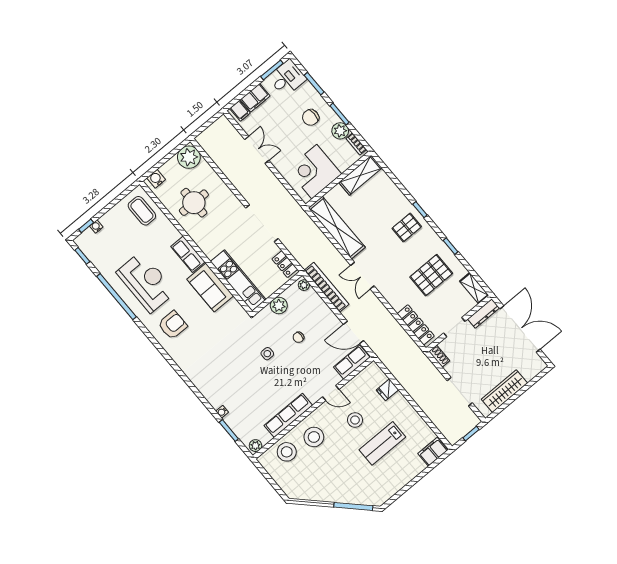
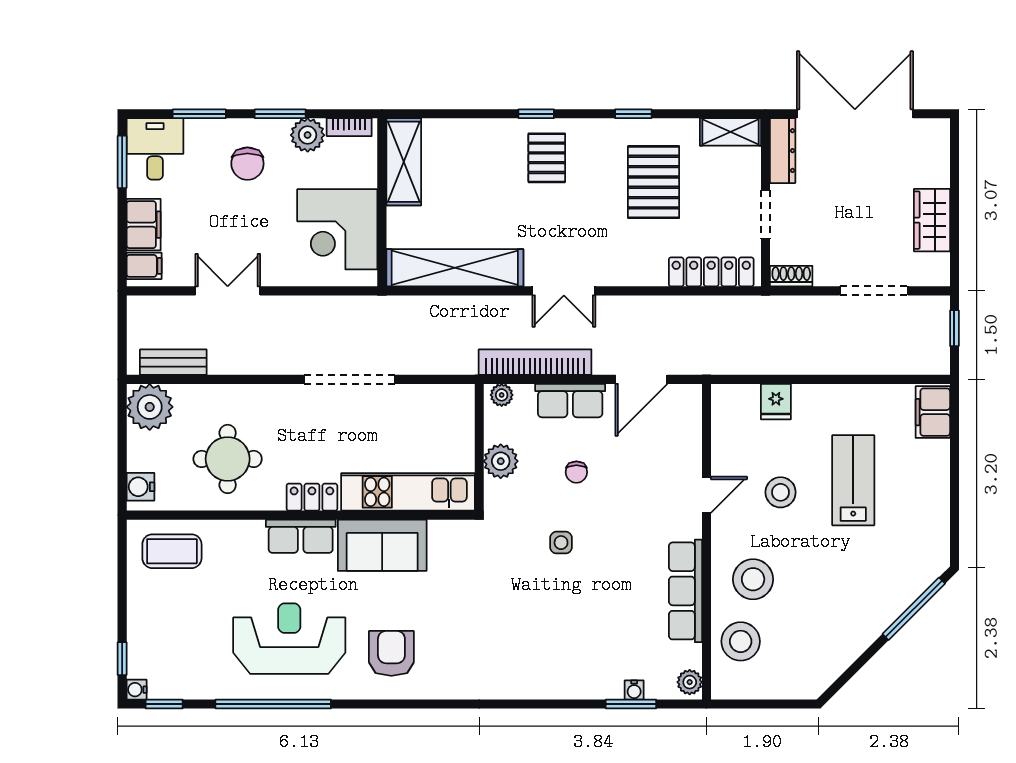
bench: (213, 152) -> (173, 362), added
water cooler: (96, 227) -> (137, 690), moved
locker: (285, 264) -> (312, 497), moved, turned 180
row of seats: (352, 362) -> (570, 401), moved, turned -90
wardrobe: (504, 391) -> (932, 220), width x0.67
water cooler: (222, 412) -> (634, 690), moved
lab bench: (382, 443) -> (853, 480), turned 180

